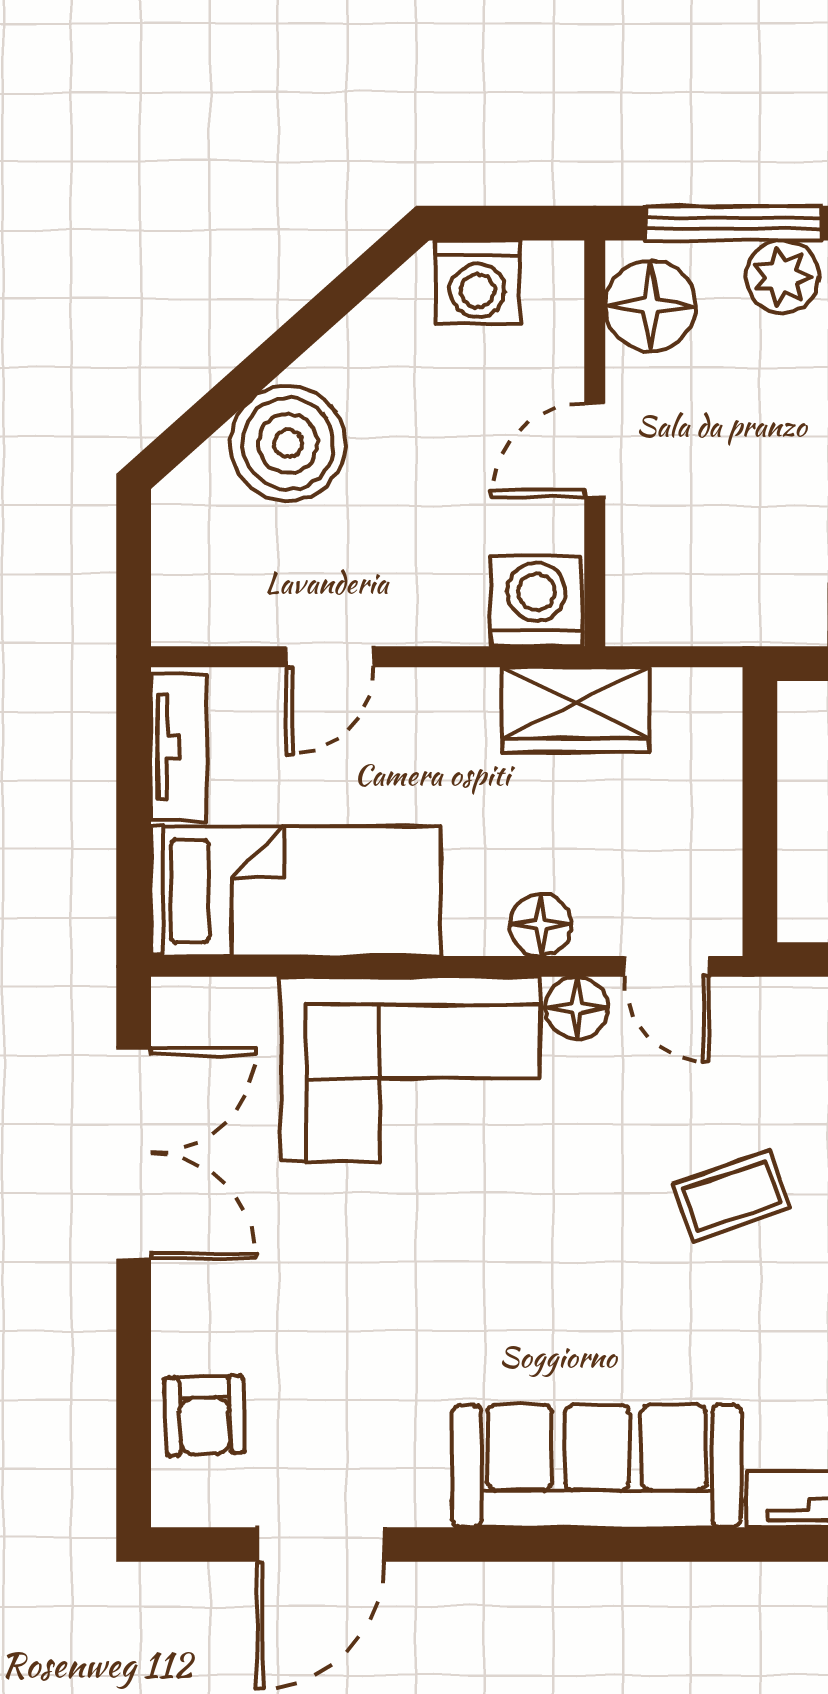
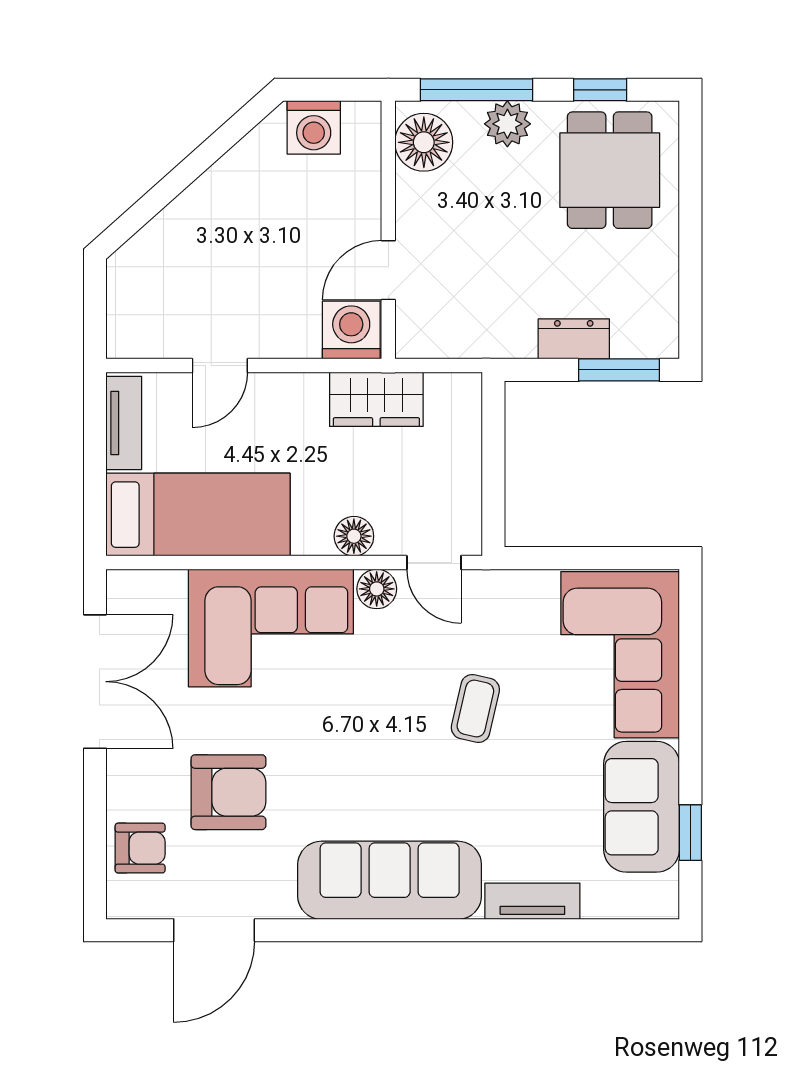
boiler: (288, 443) -> (193, 230), removed
door: (595, 450) -> (388, 270), moved
coffee table: (732, 1196) -> (475, 709), turned -58
armchair: (343, 1327) -> (228, 792), added
armchair: (205, 1415) -> (140, 848), turned -88

